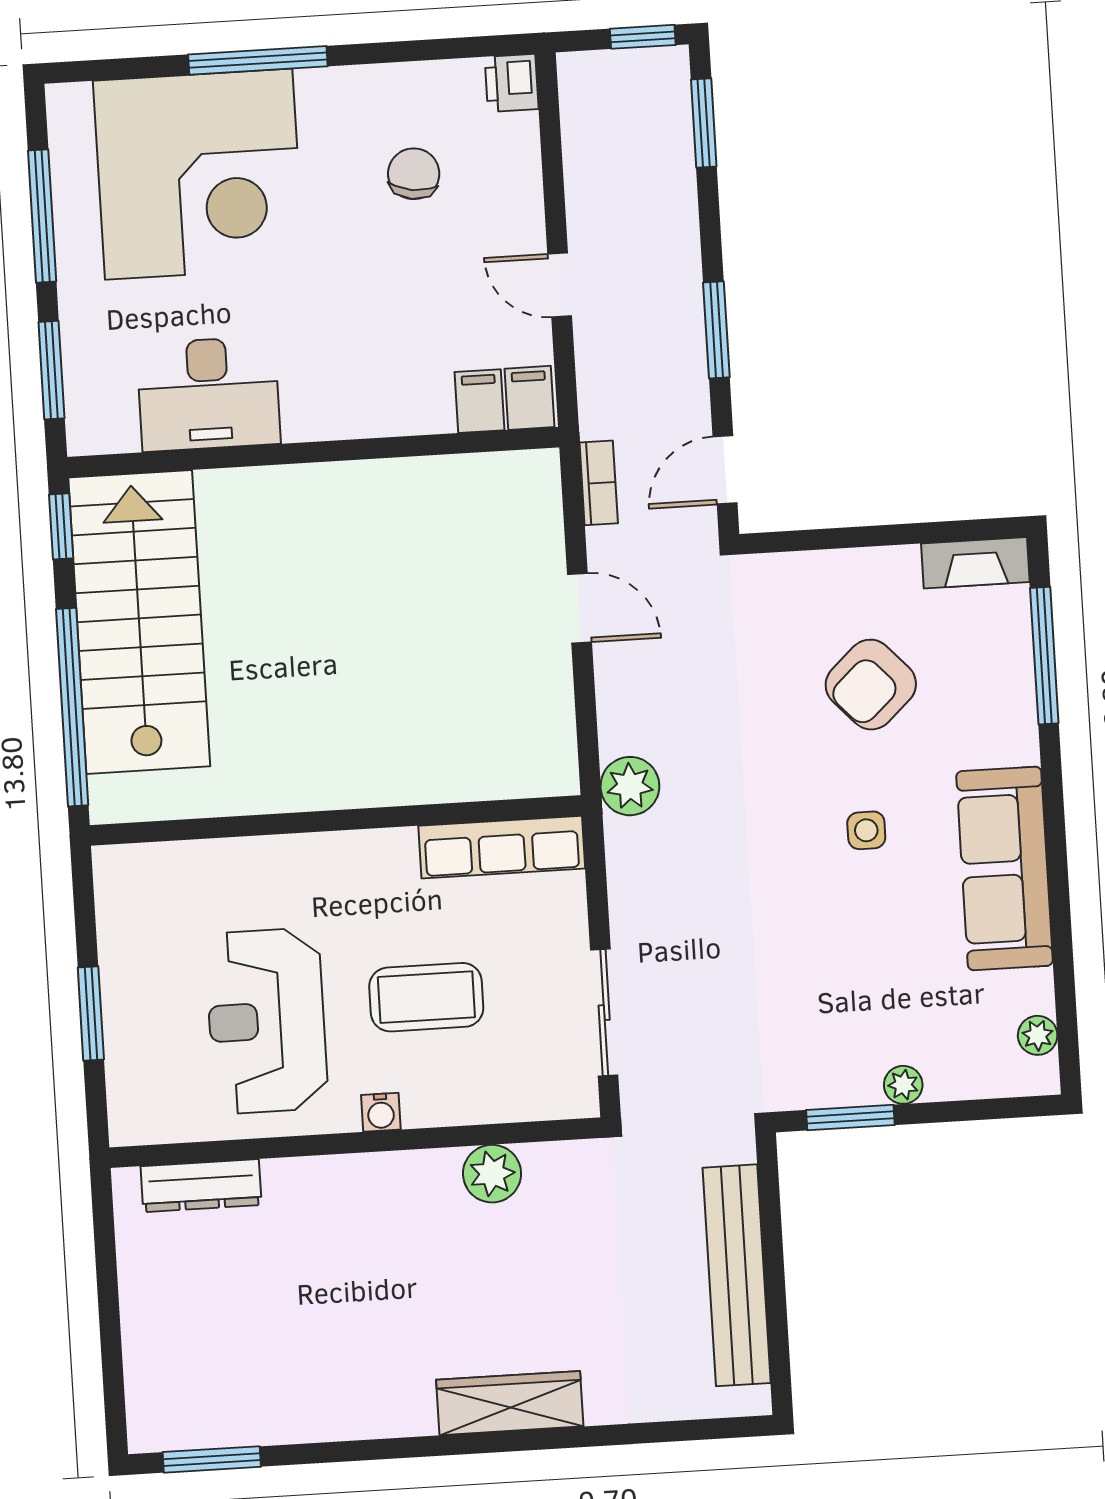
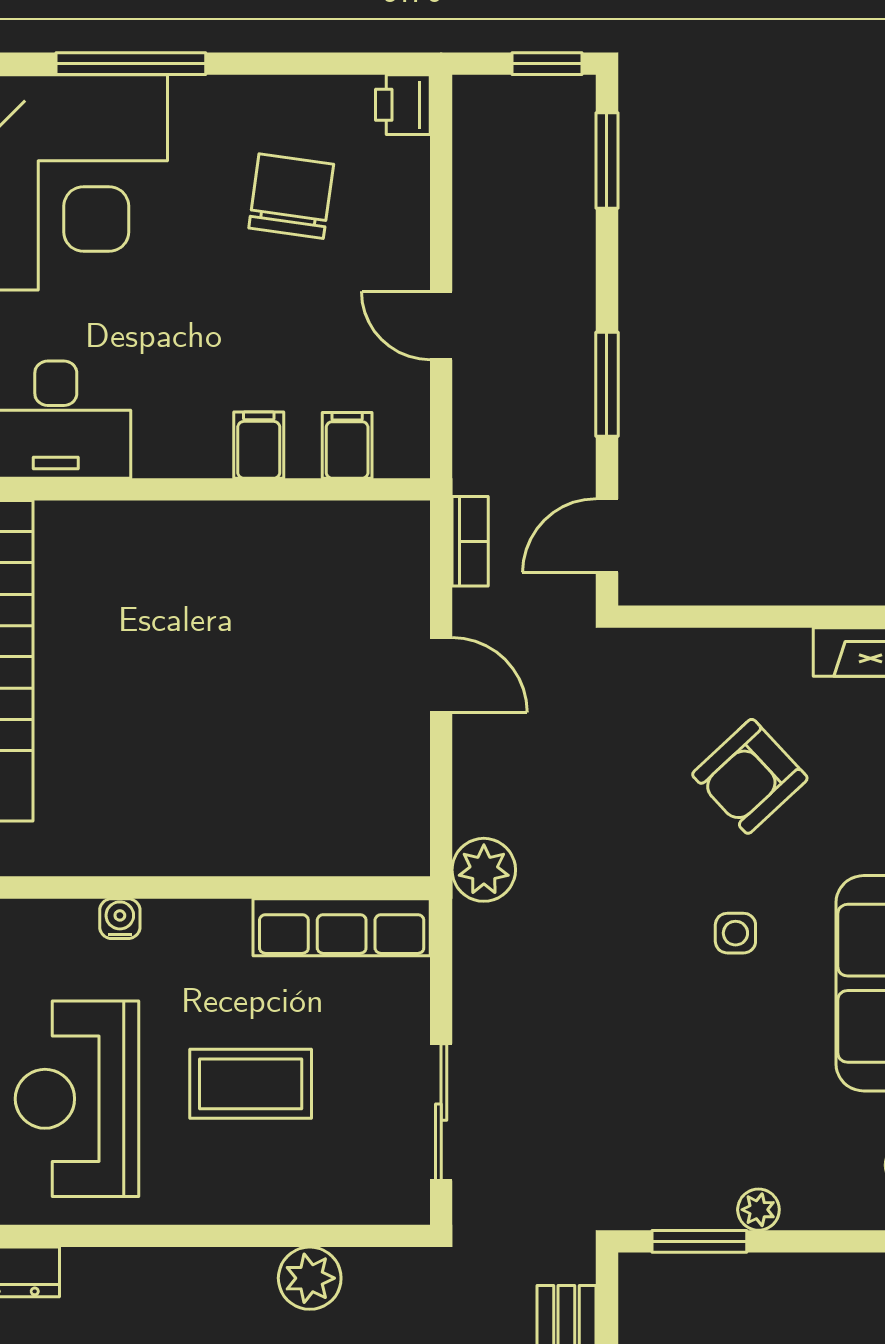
chair: (414, 174) -> (291, 196), width x1.37, depth x1.37
filing cabinet: (530, 398) -> (259, 445), moved
water cooler: (381, 1112) -> (120, 919), moved, turned 180

